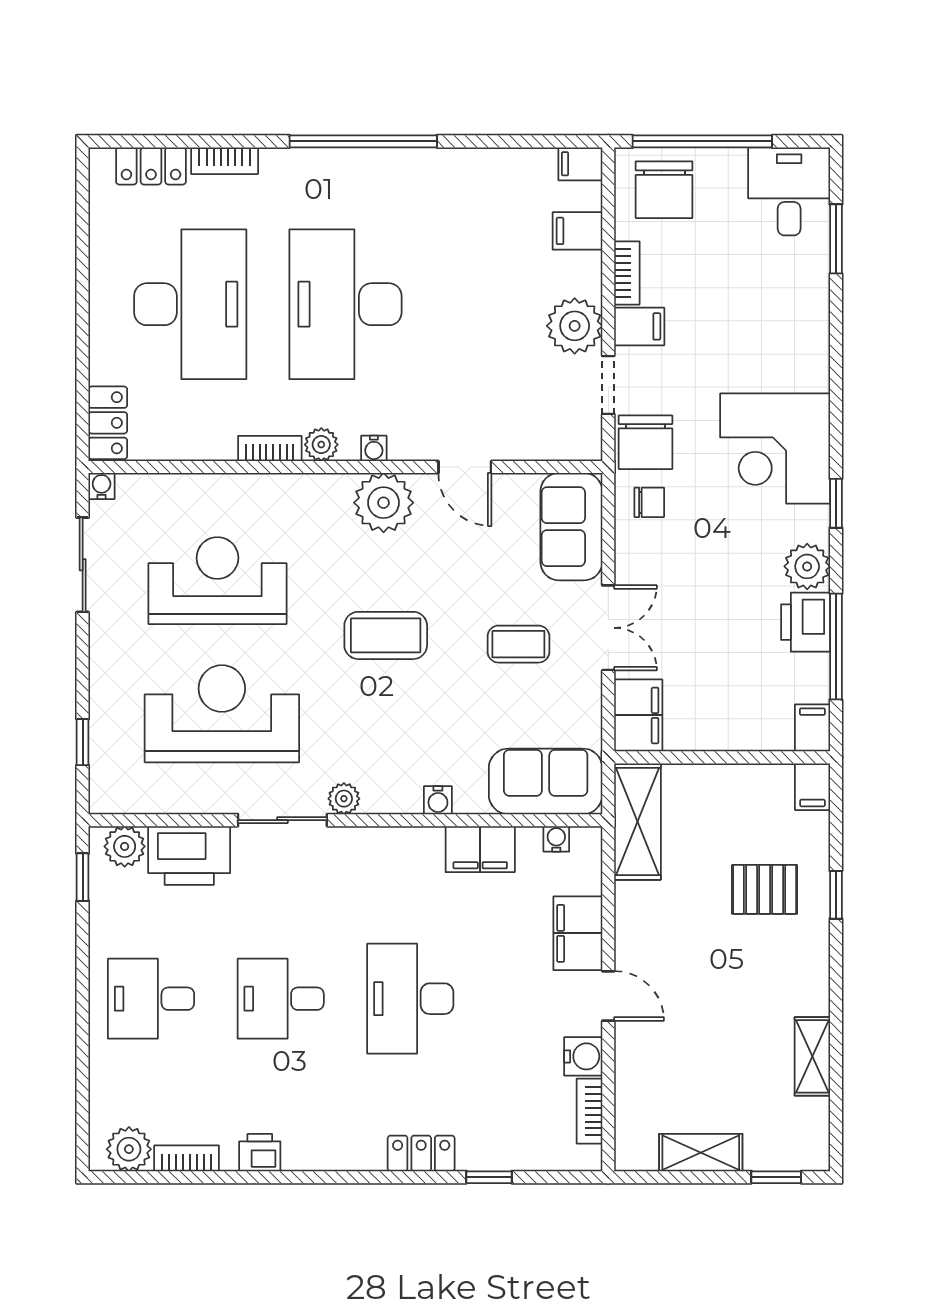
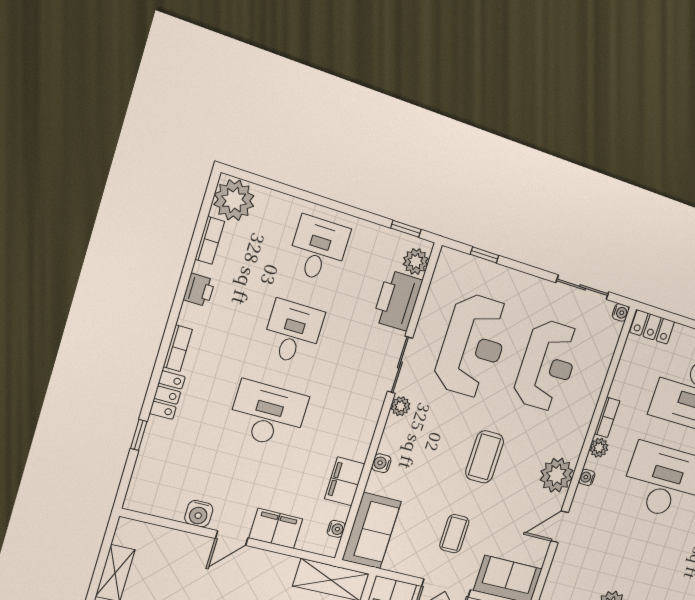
bookcase: (589, 1111) -> (178, 348), moved, turned 90
plant: (129, 1149) -> (234, 200), width x1.36, depth x1.36

